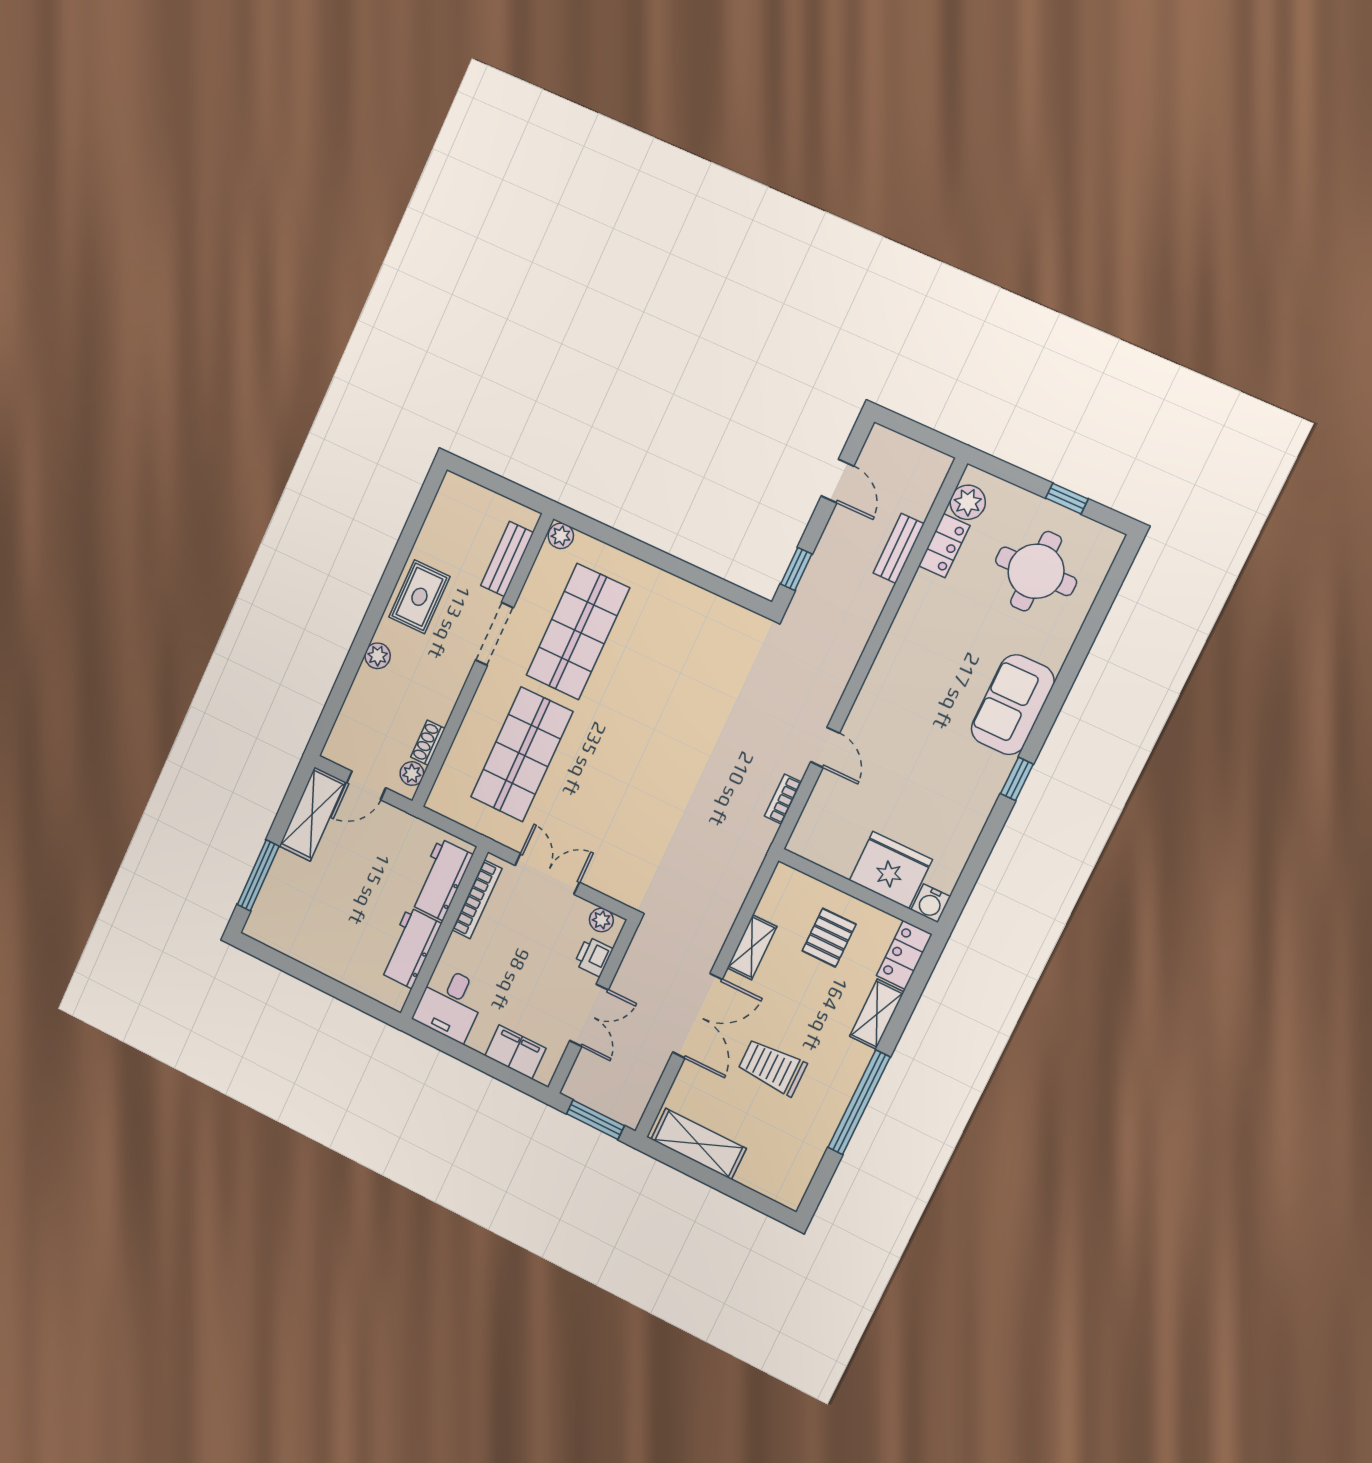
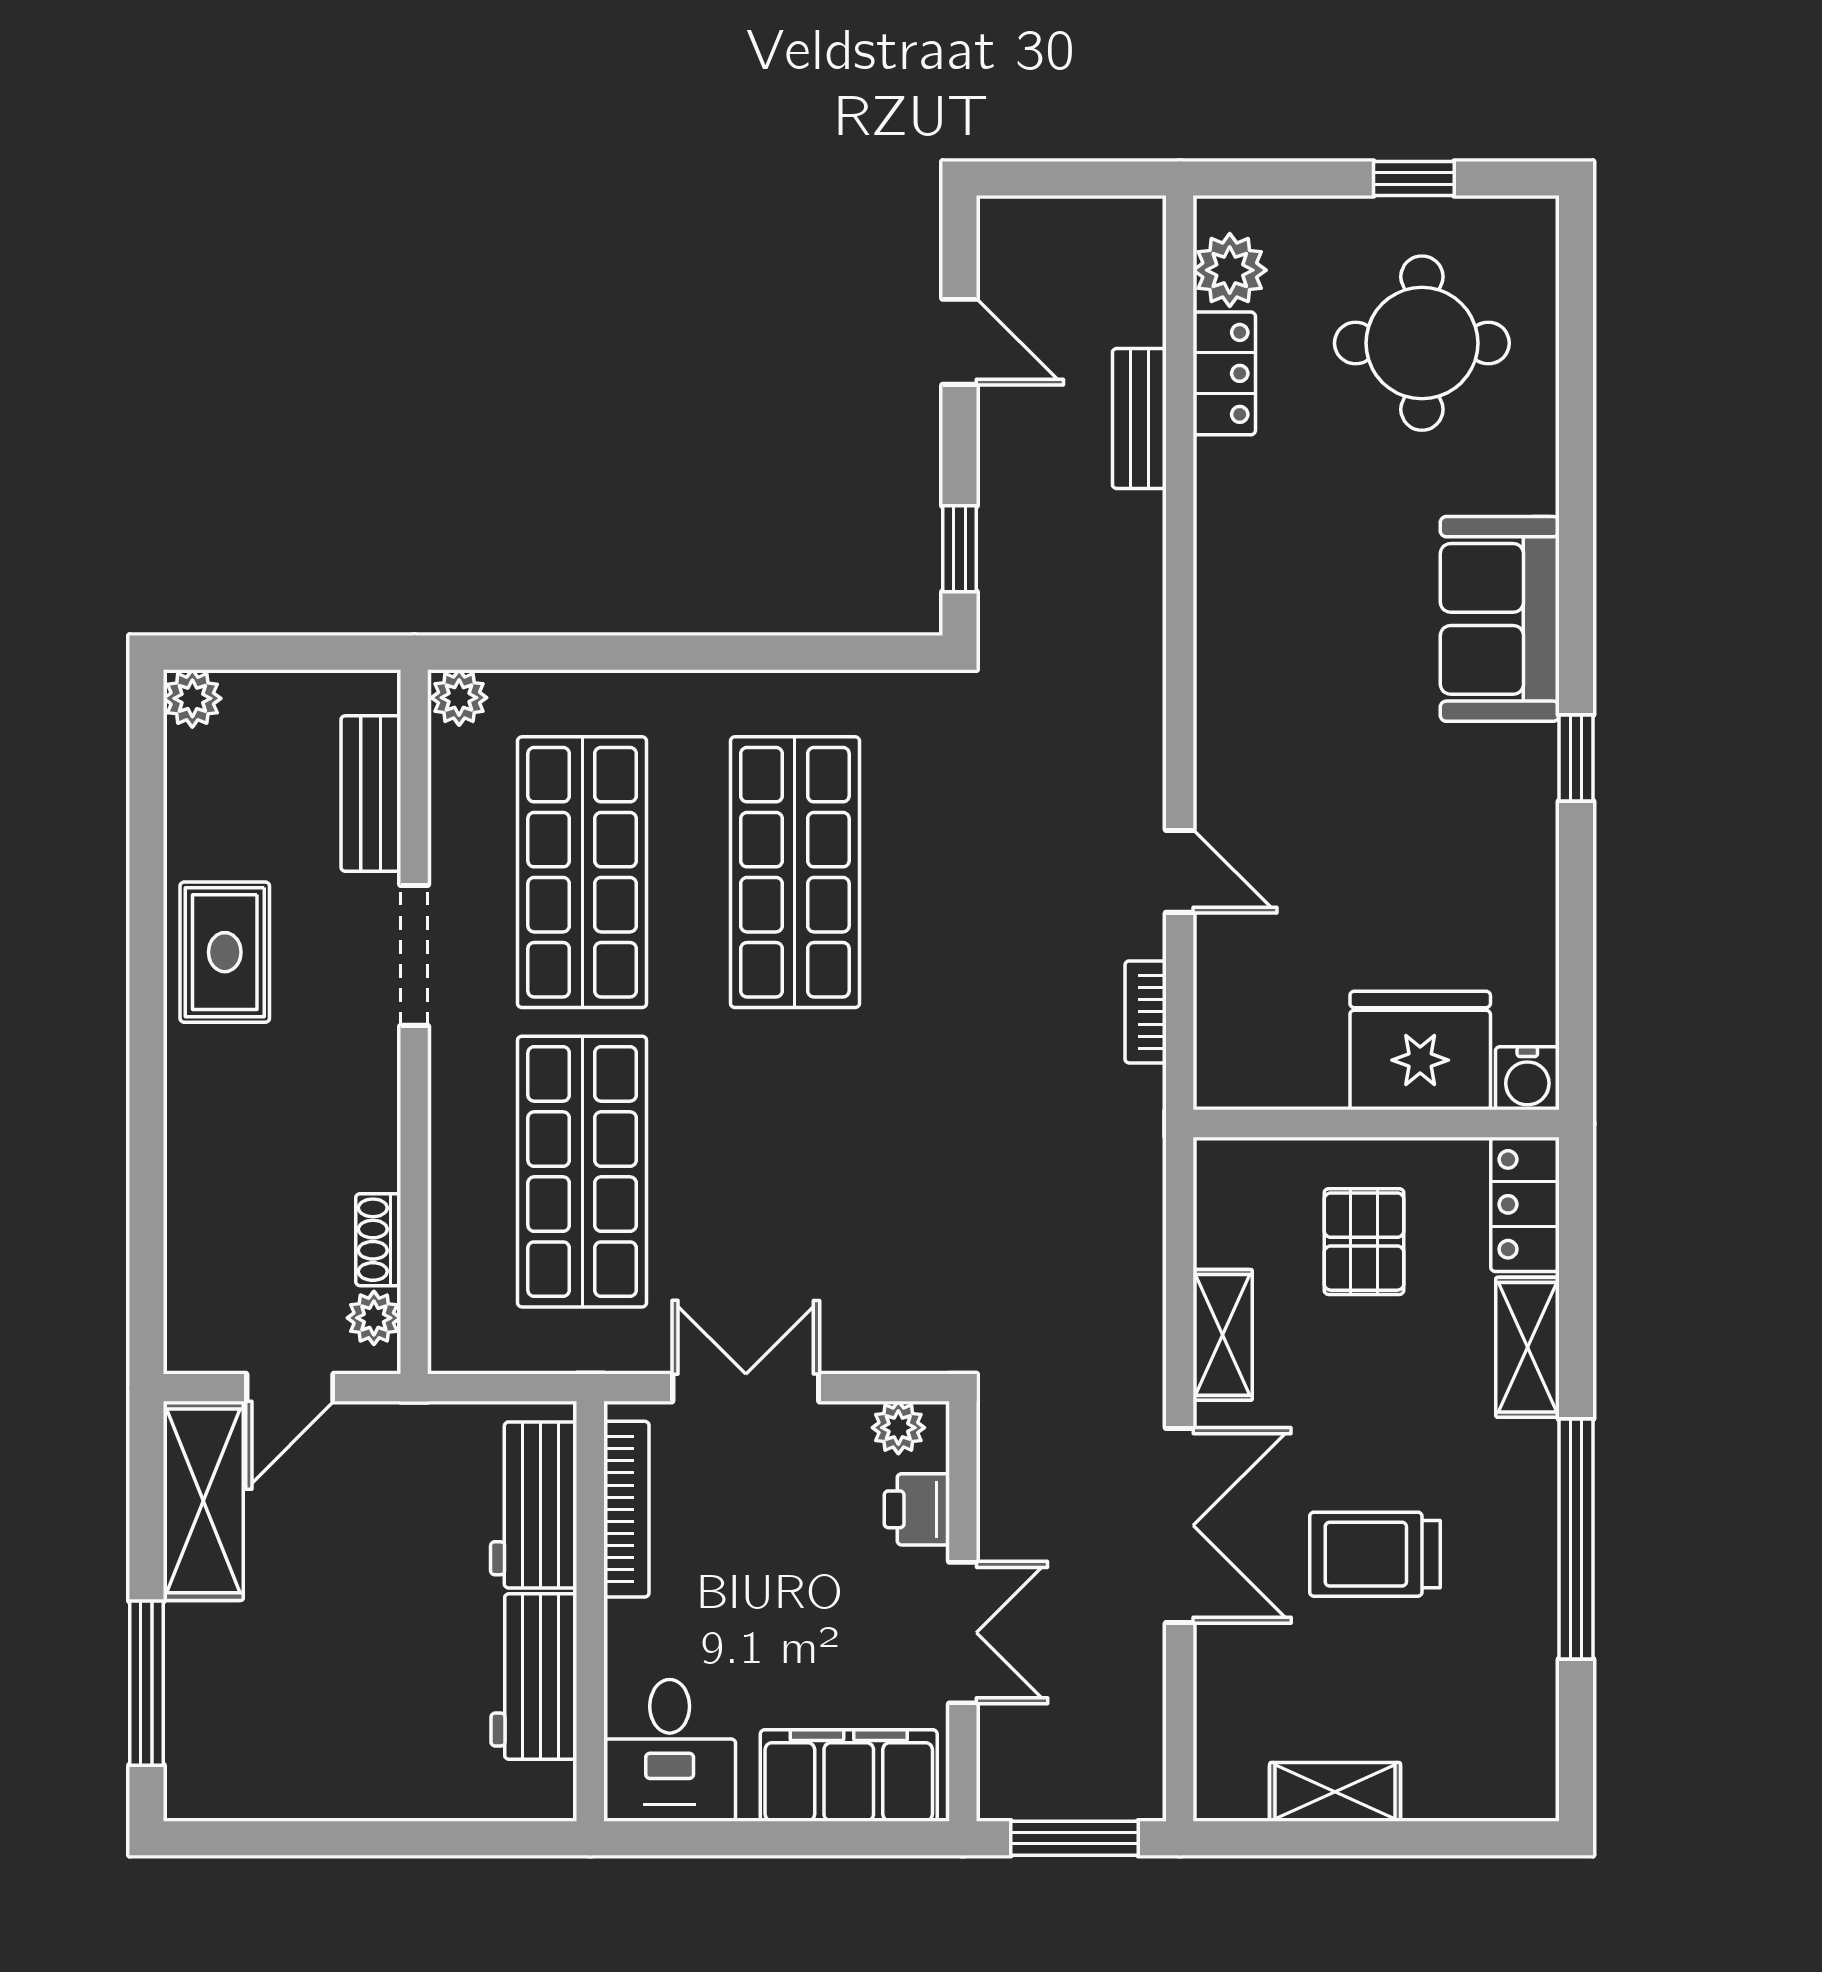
plant: (378, 656) -> (192, 698), moved
shop shelf: (665, 673) -> (795, 872), added
filing cabinet: (515, 1052) -> (849, 1775), width x1.50, depth x1.17
shelving: (698, 1144) -> (1335, 1792), width x0.67, depth x0.75

